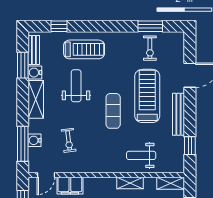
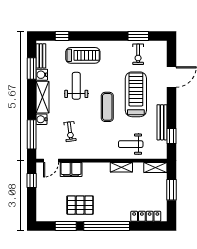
bench: (178, 114) -> (162, 122), moved
water cooler: (35, 140) -> (41, 119), moved

